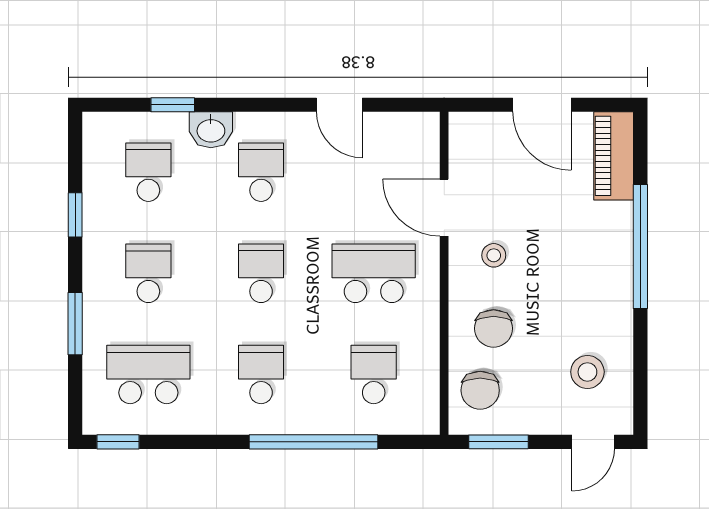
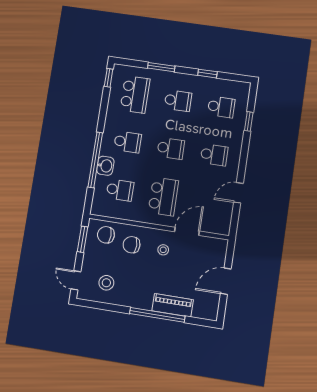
washbasin: (211, 130) -> (105, 166), moved, turned 180
piano: (614, 156) -> (173, 305), moved

